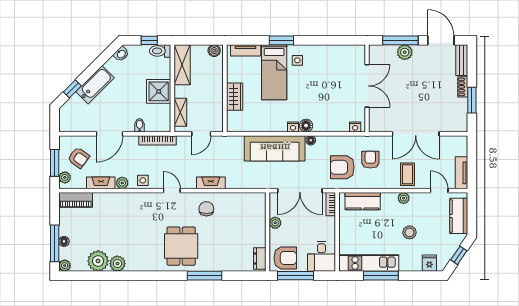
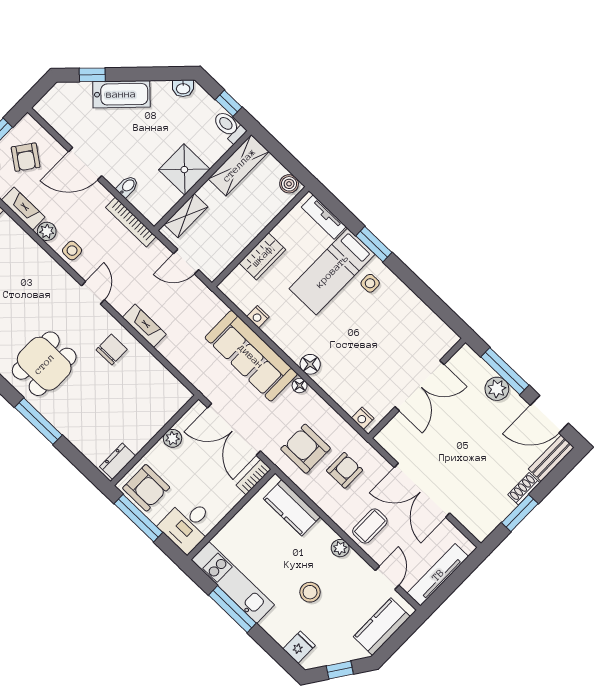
door: (441, 40) -> (549, 414), swing flipped
nightstand: (293, 127) -> (258, 317), moved
tv unit: (462, 173) -> (438, 575), width x1.41

